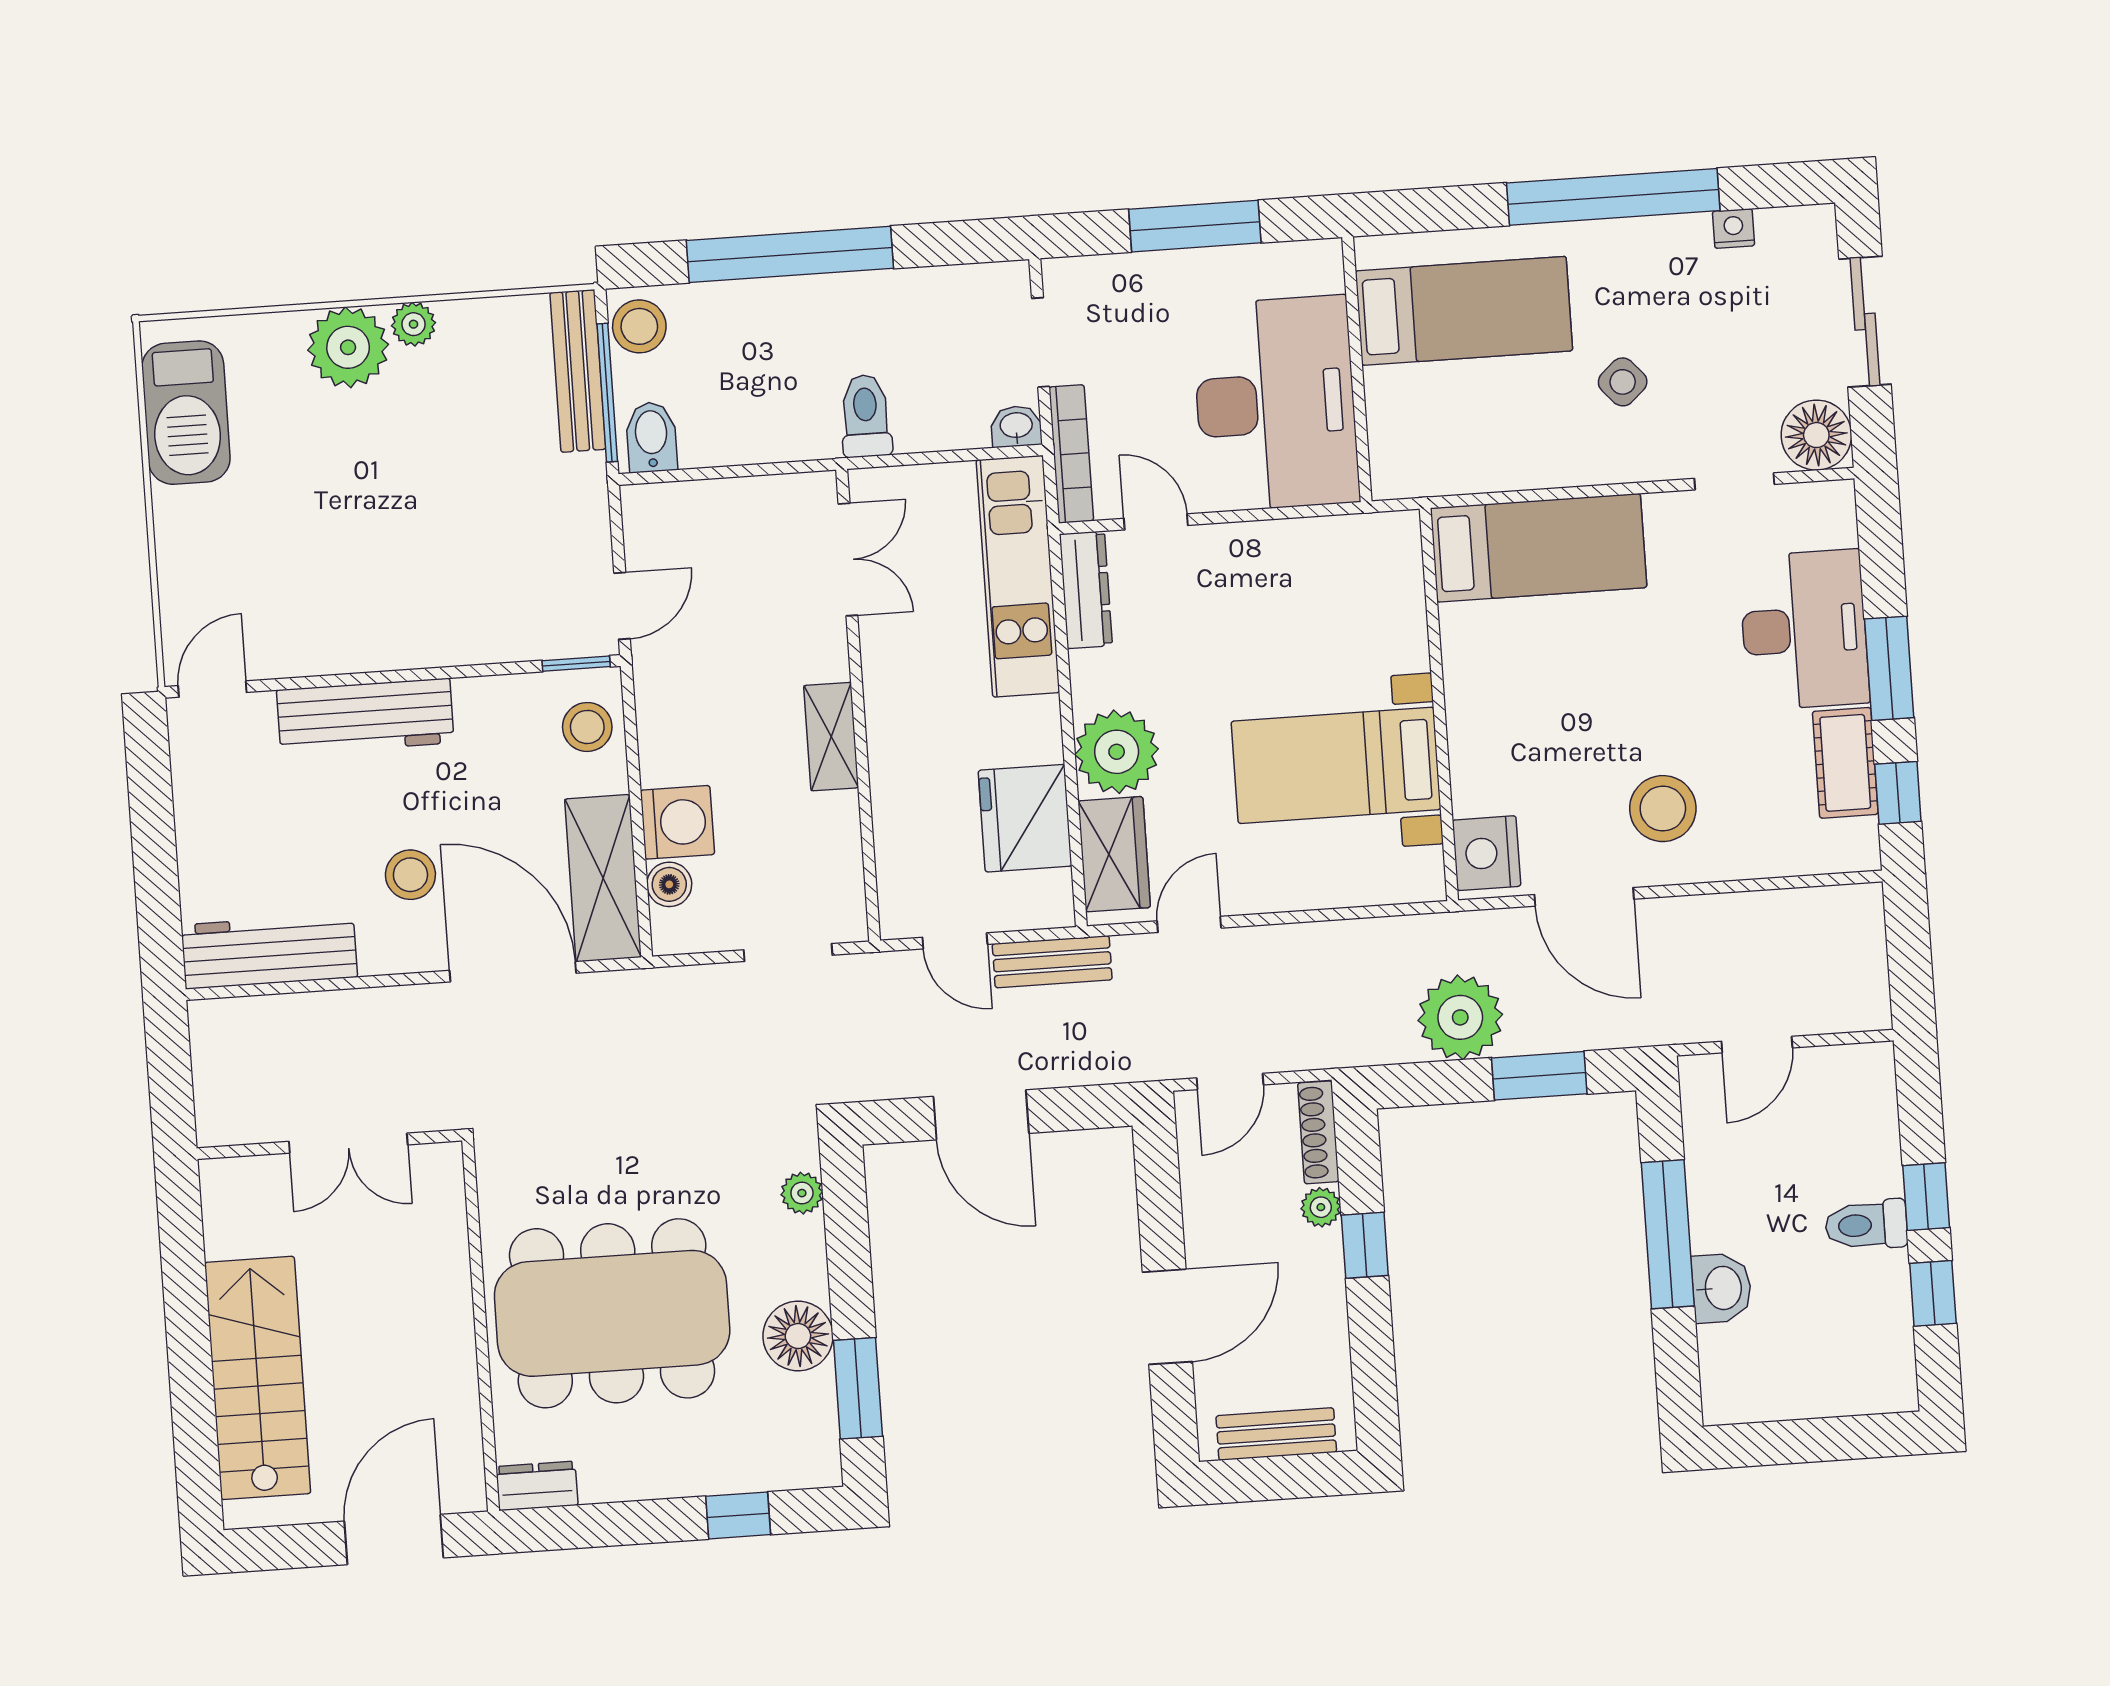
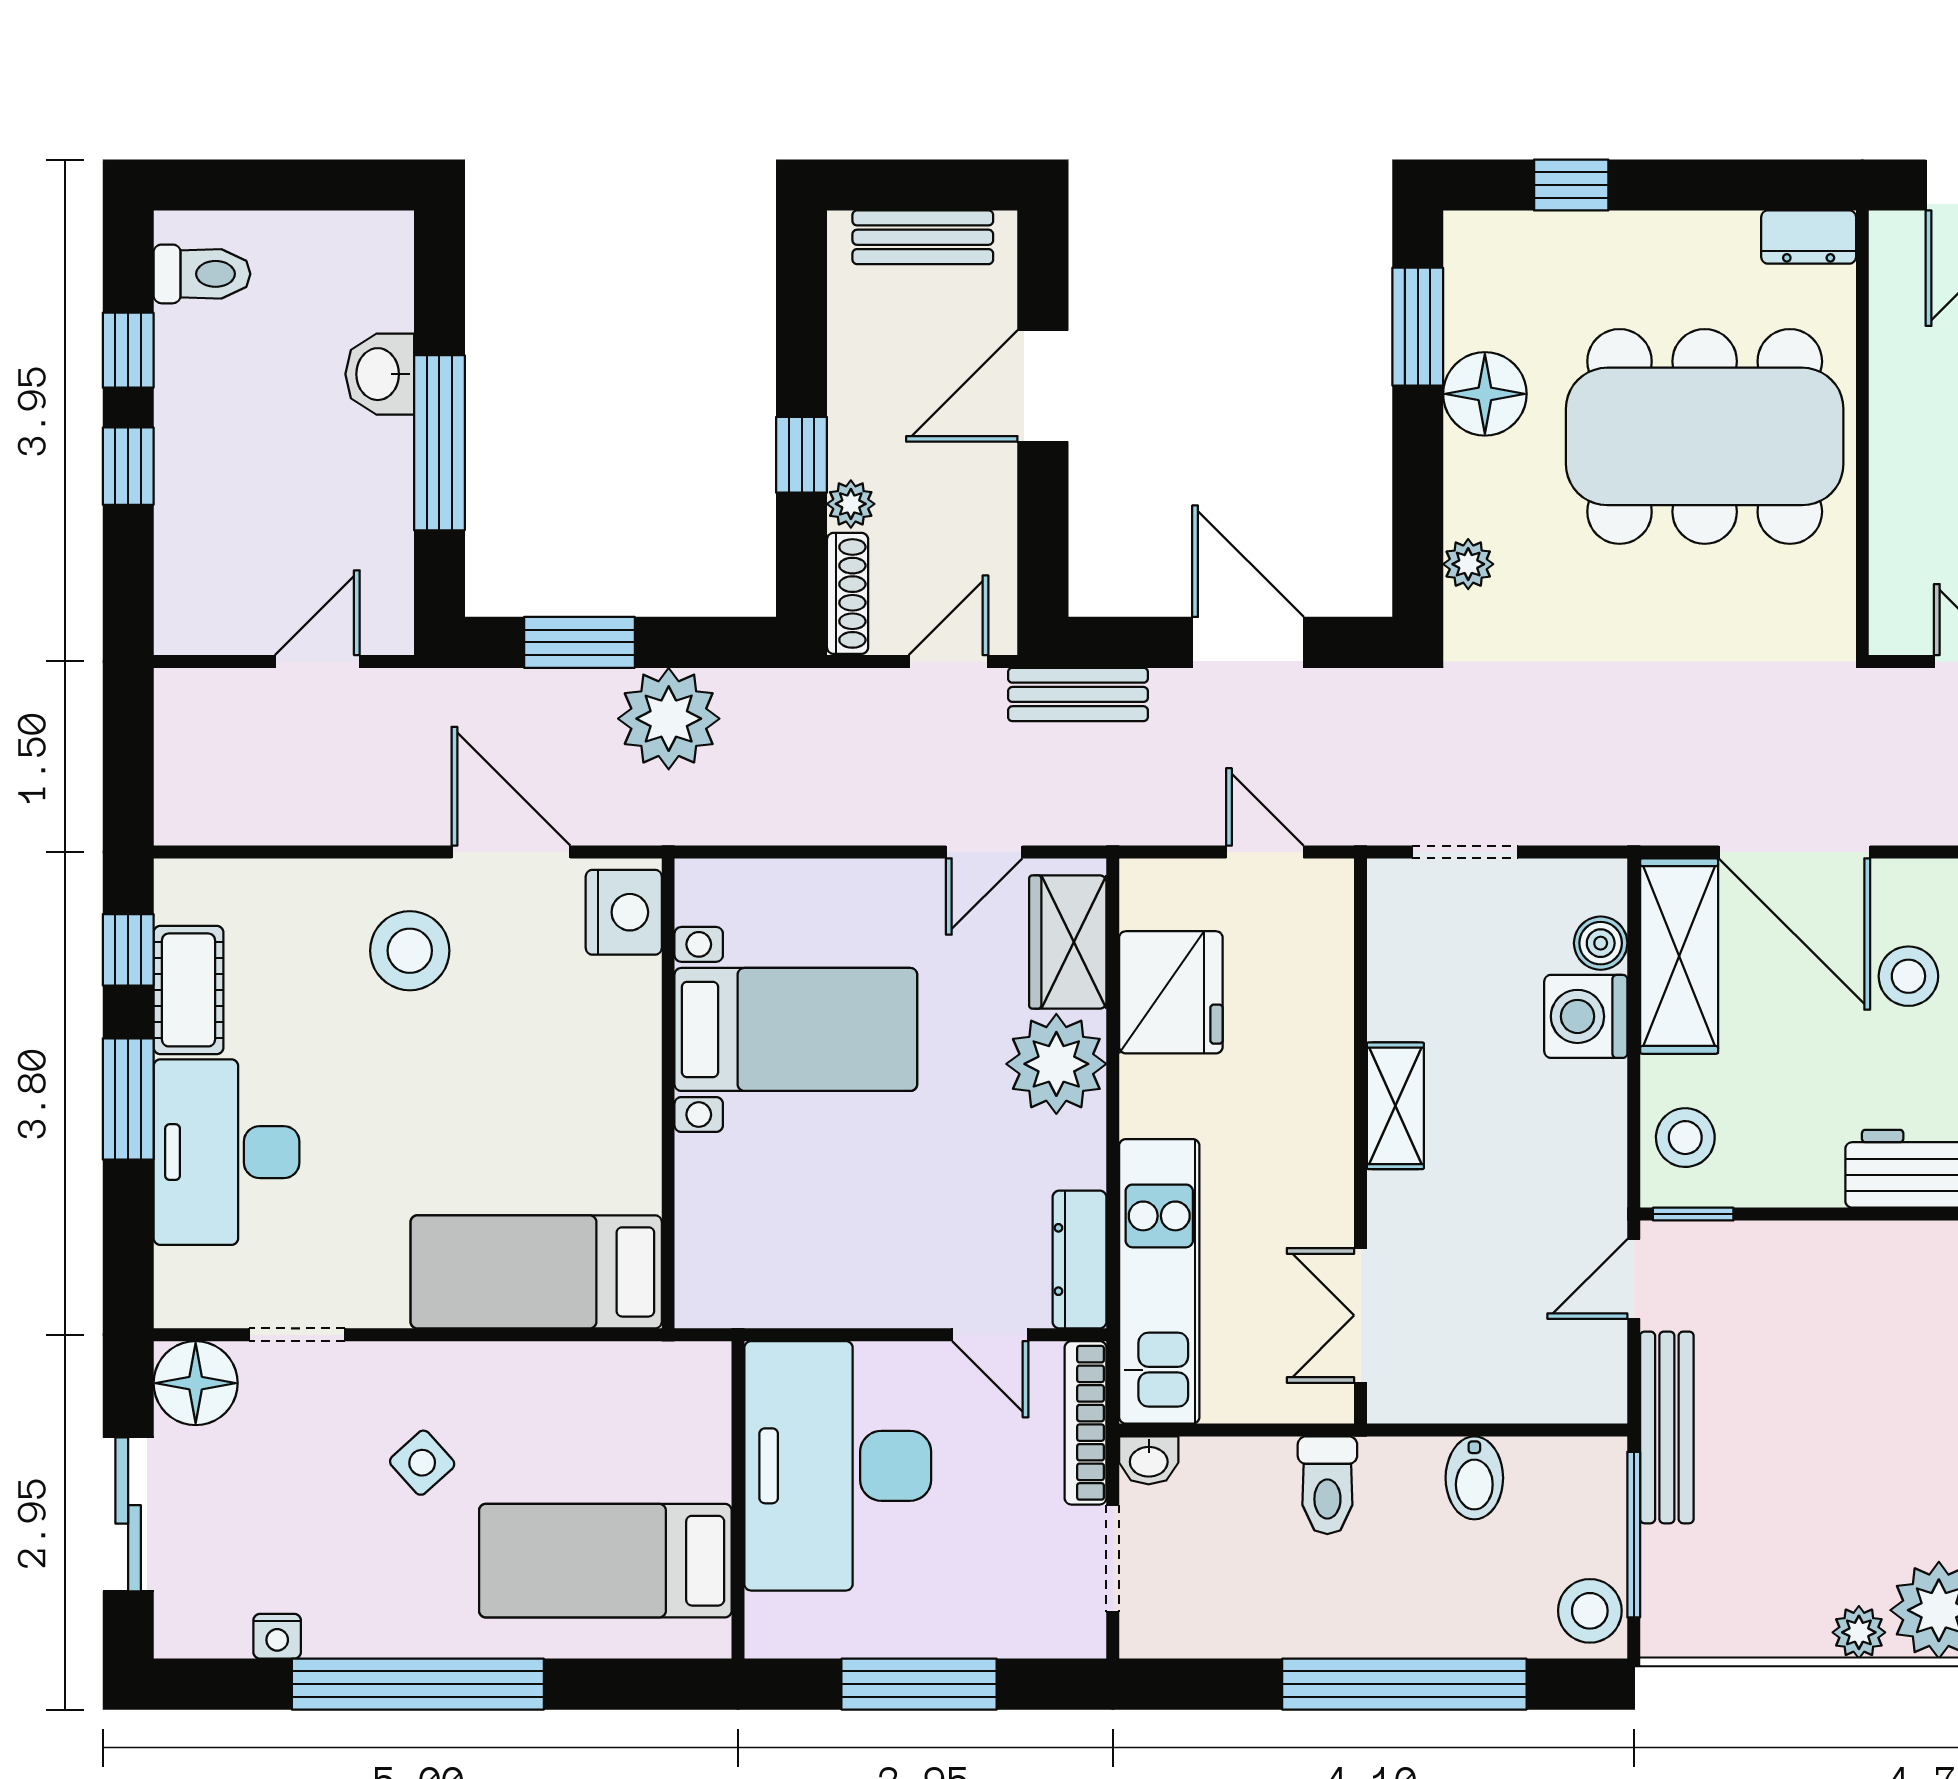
bench: (578, 371) -> (1667, 1427), moved
bidet: (651, 437) -> (1474, 1478), moved
bench: (1052, 962) -> (1078, 694), moved
toilet: (1866, 1225) -> (202, 274), moved

